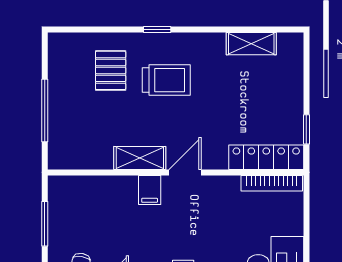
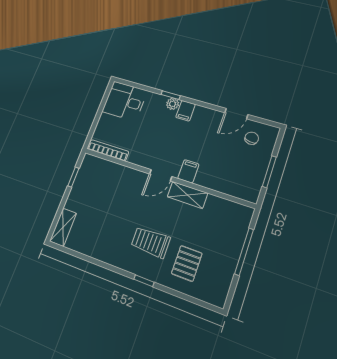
shelving: (251, 44) -> (63, 227), moved, turned 90
locker: (266, 157) -> (105, 168), removed

